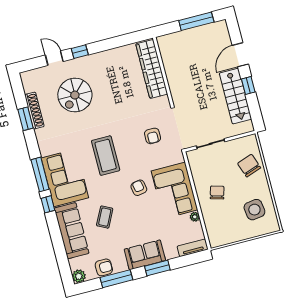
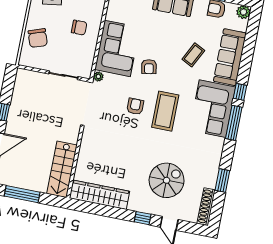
wardrobe: (152, 69) -> (99, 195), moved, turned -90
stairs: (235, 96) -> (62, 169), moved, turned 180
shoe rack: (34, 111) -> (206, 207), moved
armchair: (153, 136) -> (135, 106), moved
chair: (217, 192) -> (79, 28), turned -106
plant: (195, 217) -> (98, 77), moved

